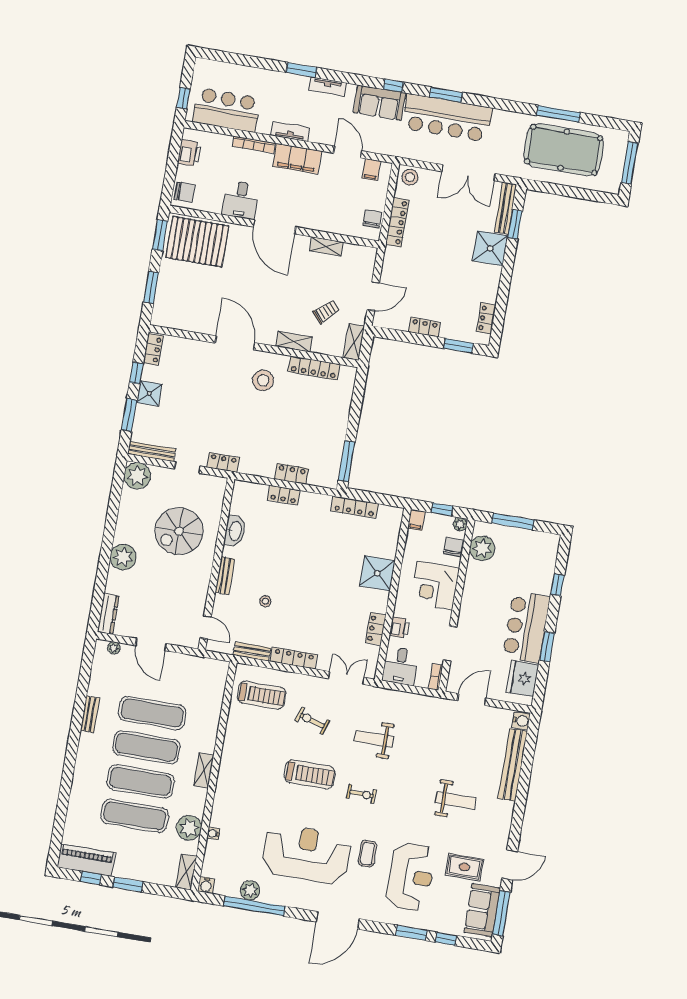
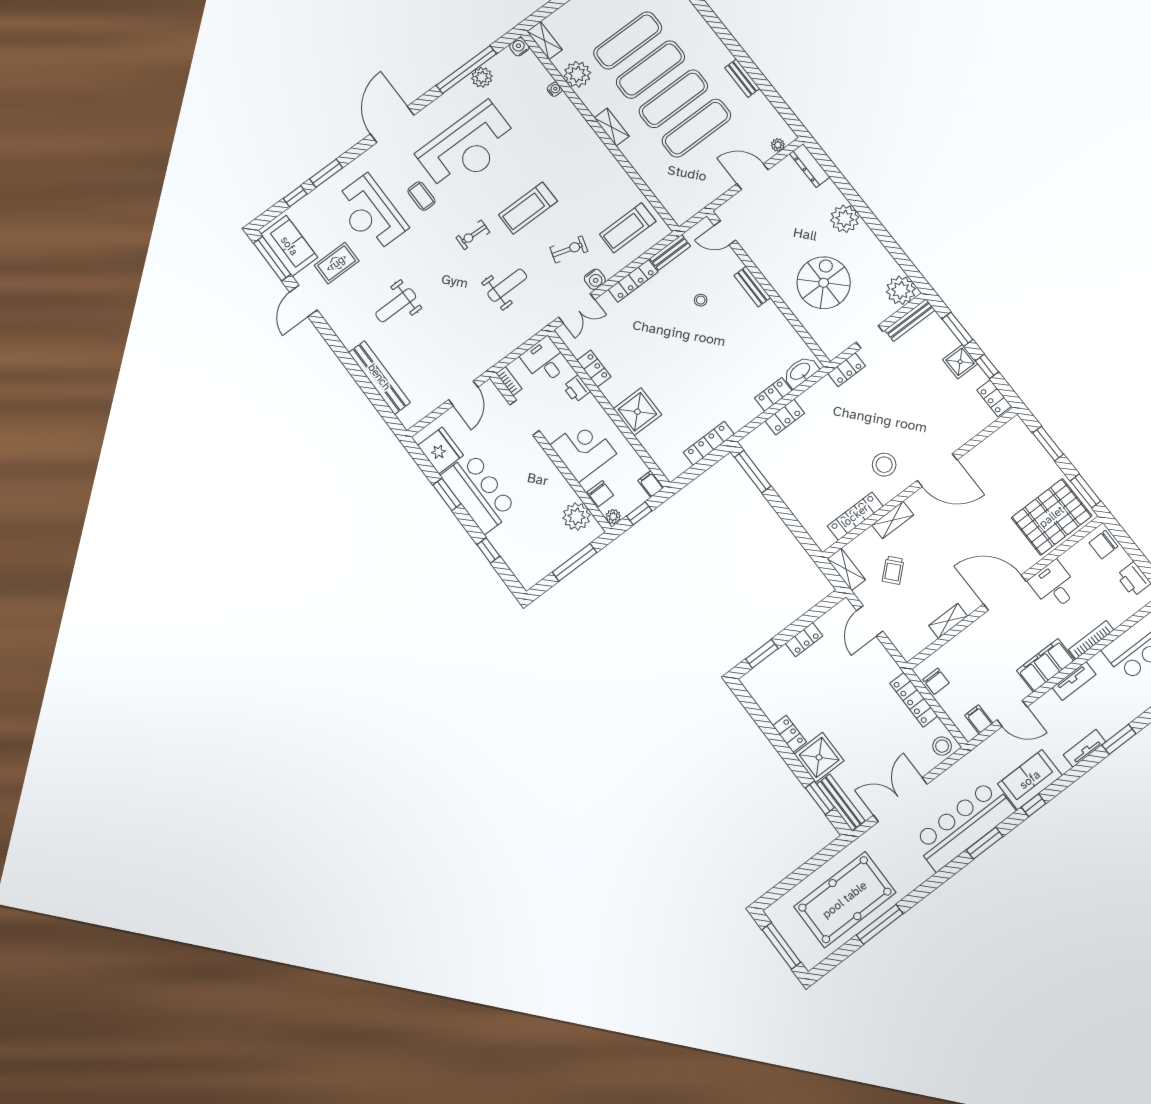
locker: (486, 318) -> (790, 734), moved
washbasin: (235, 531) -> (800, 372), moved, turned 90
water cooler: (521, 721) -> (595, 279), moved, turned -90

